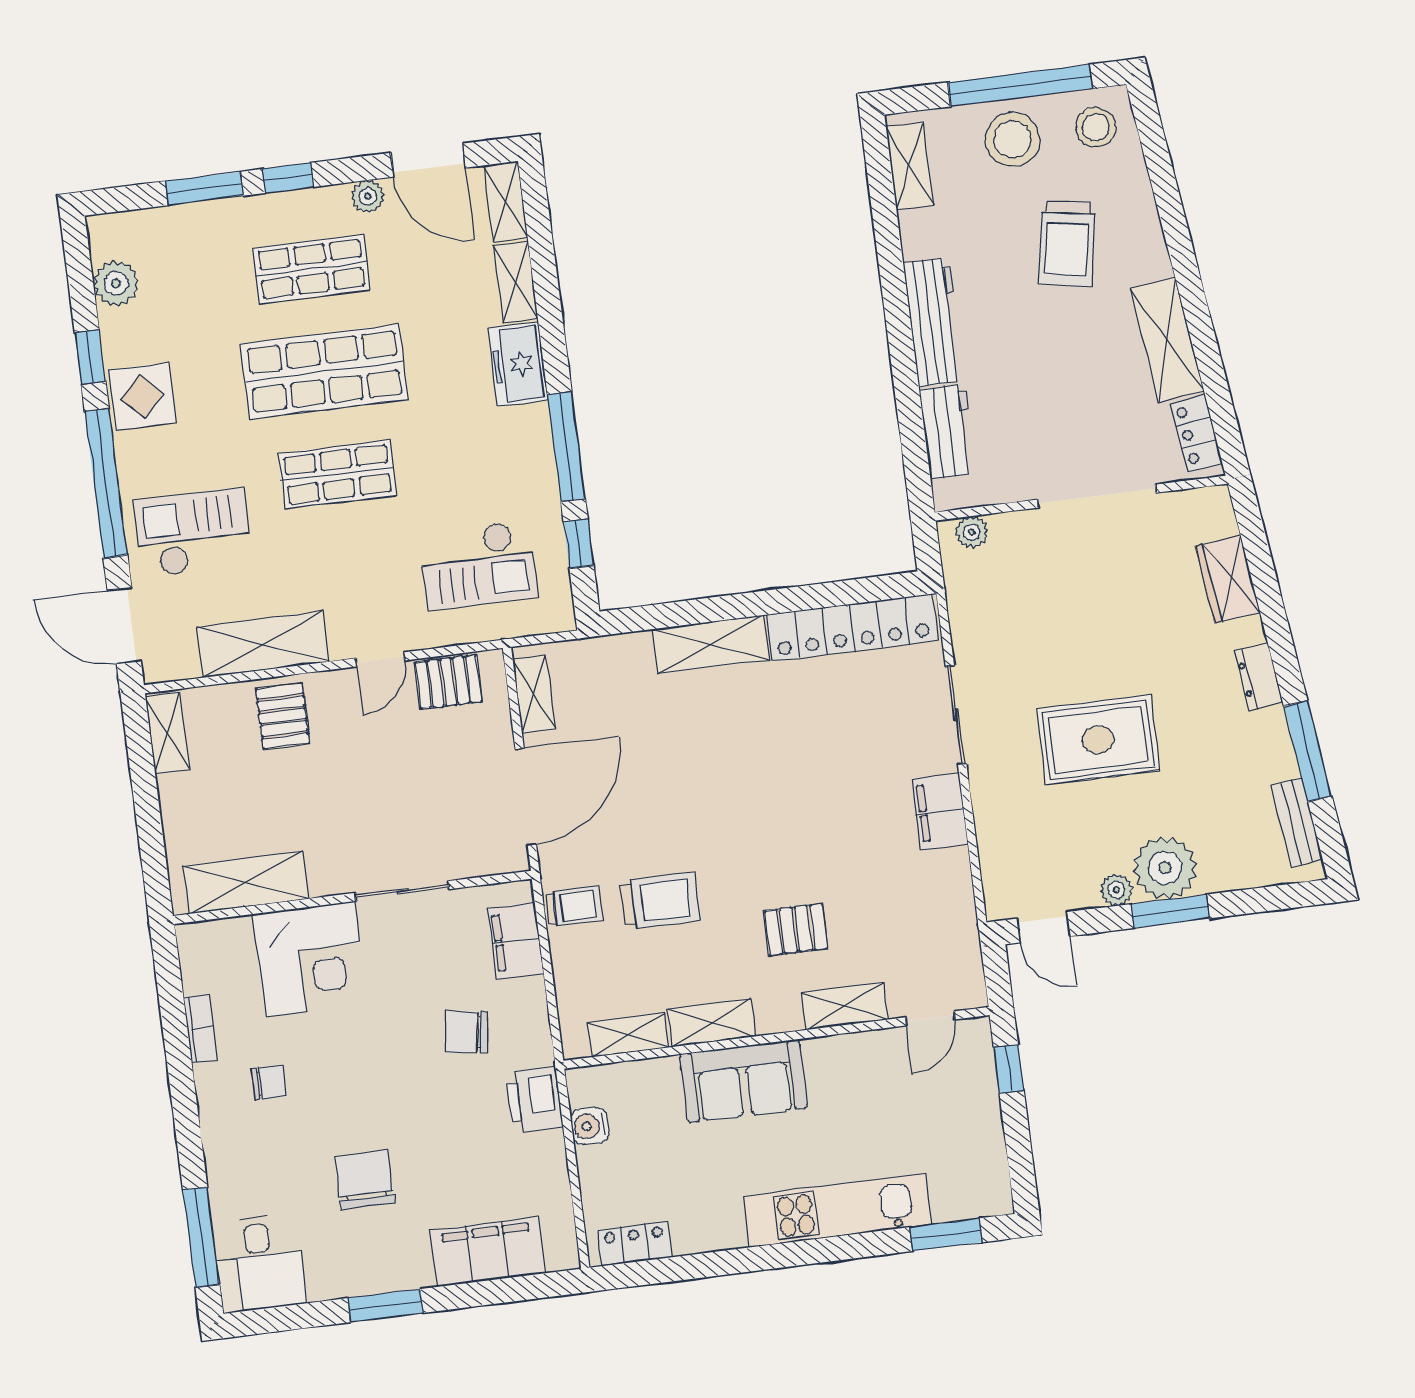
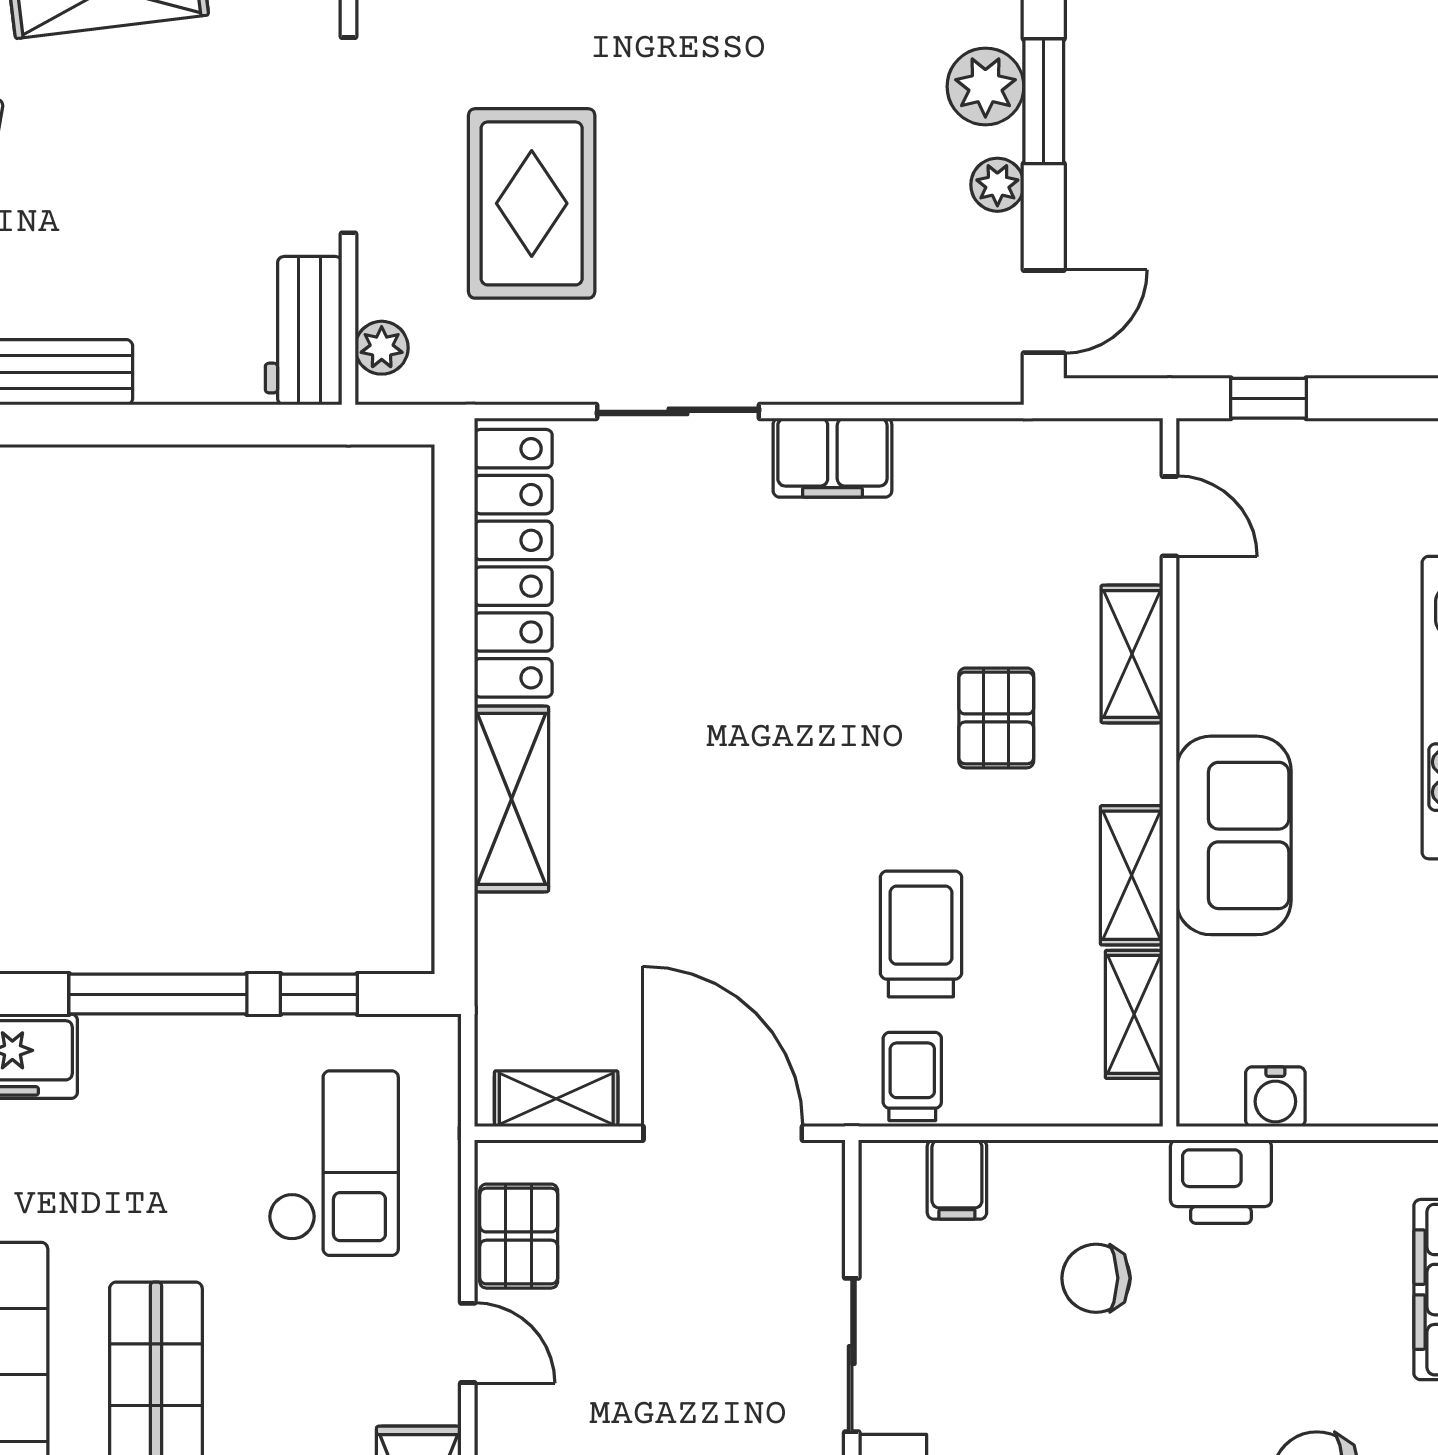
workbench: (948, 432) -> (304, 331), moved, turned -90
rug: (1098, 740) -> (532, 203), moved
plant: (1165, 868) -> (985, 86), width x0.73, depth x0.73
filing cabinet: (516, 941) -> (957, 1179), width x0.50
chair: (467, 1032) -> (1096, 1278), turned 82

